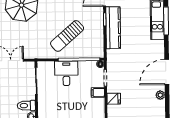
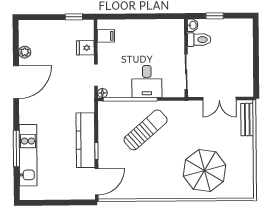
filing cabinet: (98, 92) -> (106, 36), moved

